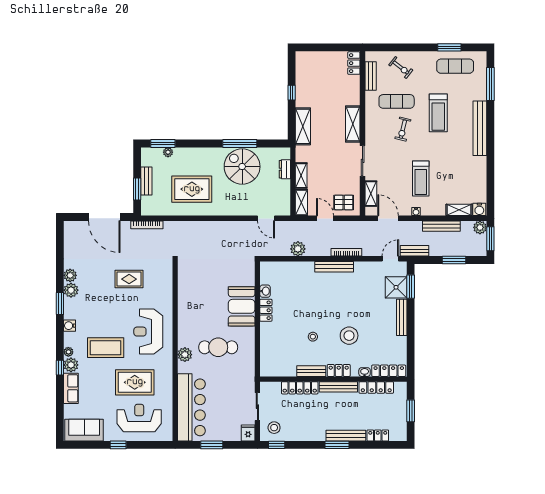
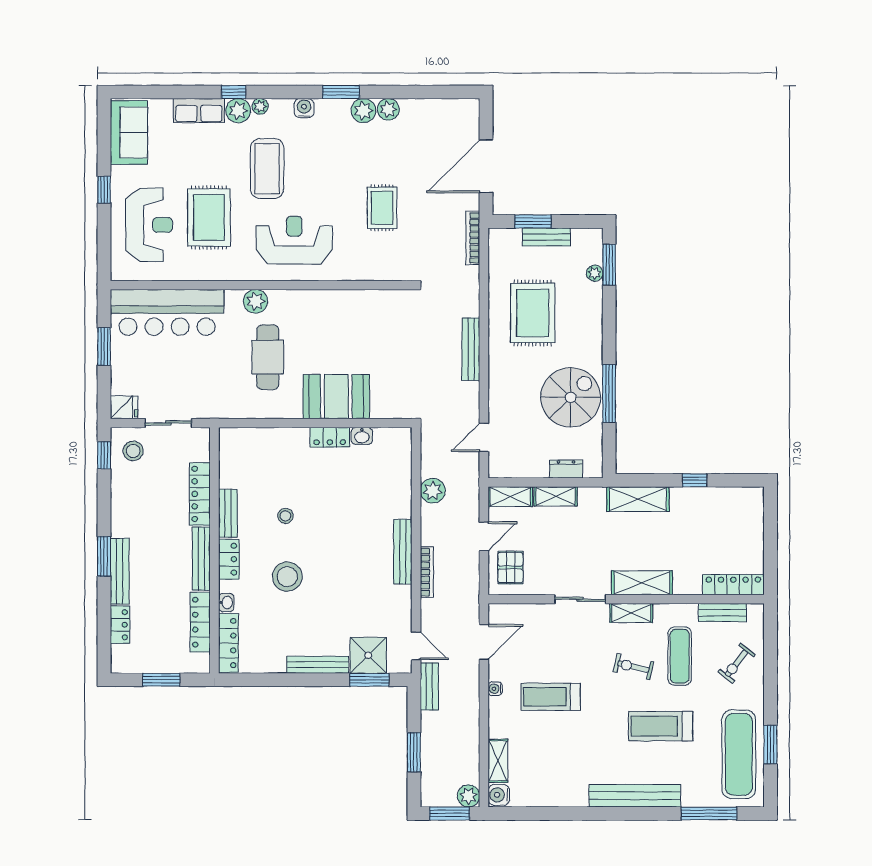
locker: (354, 63) -> (733, 585), width x1.53
exercise mat: (455, 66) -> (739, 754), width x1.36, depth x1.45
shelving: (371, 194) -> (631, 613), moved
bench: (441, 226) -> (471, 349), moved

